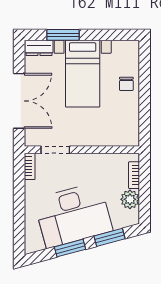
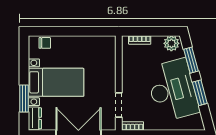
chair: (126, 84) -> (45, 43), moved
plant: (130, 199) -> (171, 43), moved

